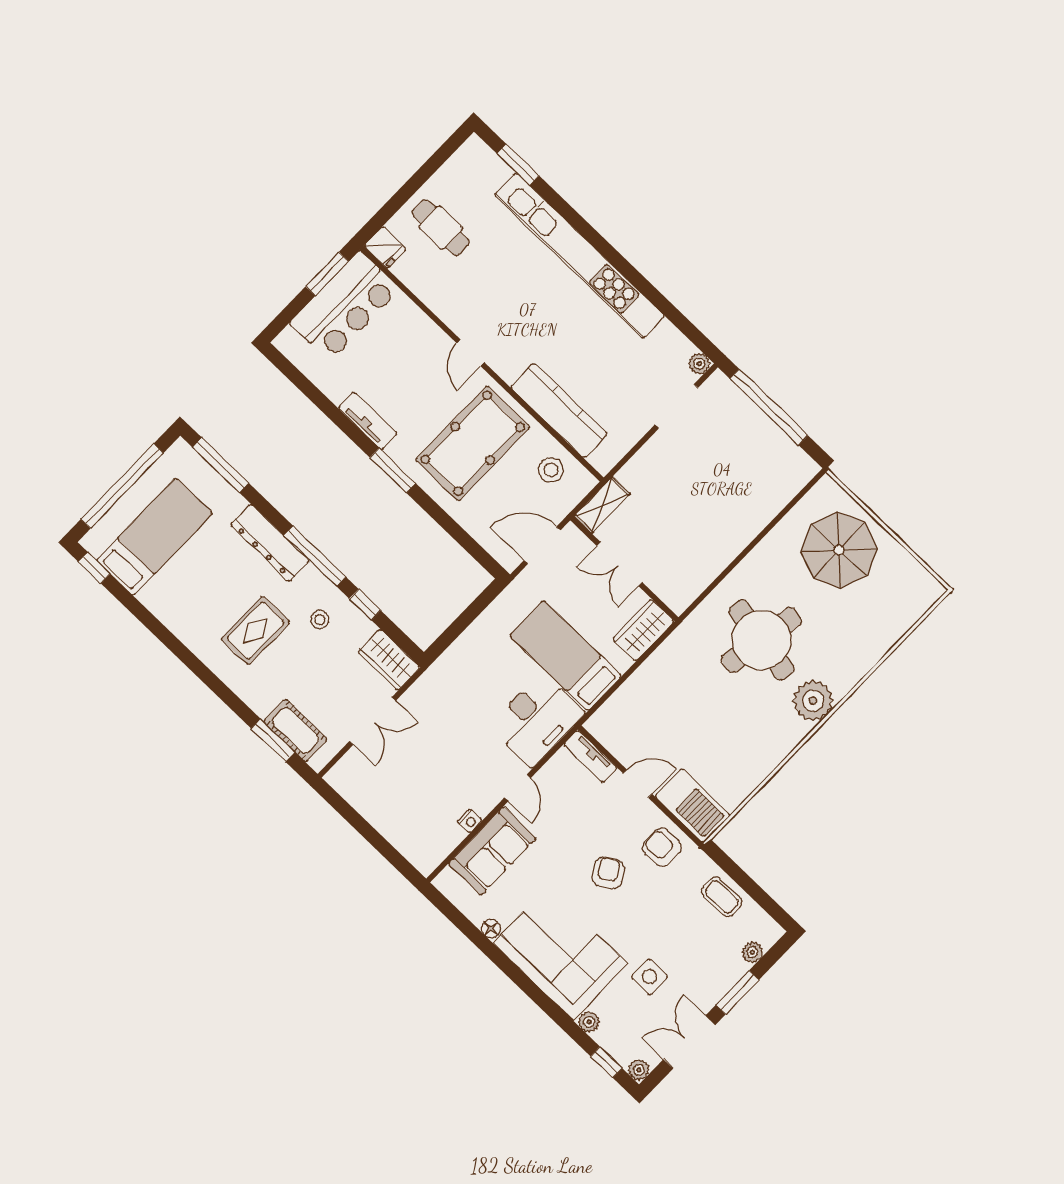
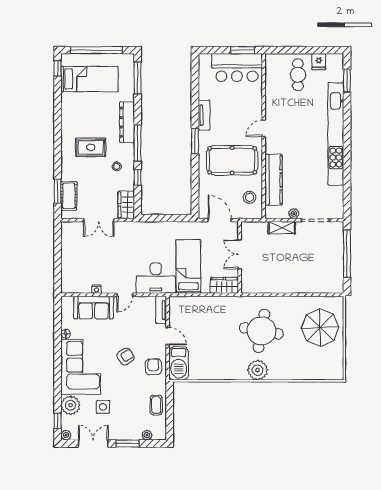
fridge: (385, 247) -> (319, 62), moved
plant: (699, 364) -> (294, 214), moved
shelving: (602, 505) -> (282, 228), moved
plant: (589, 1022) -> (70, 405), width x1.87, depth x1.87

